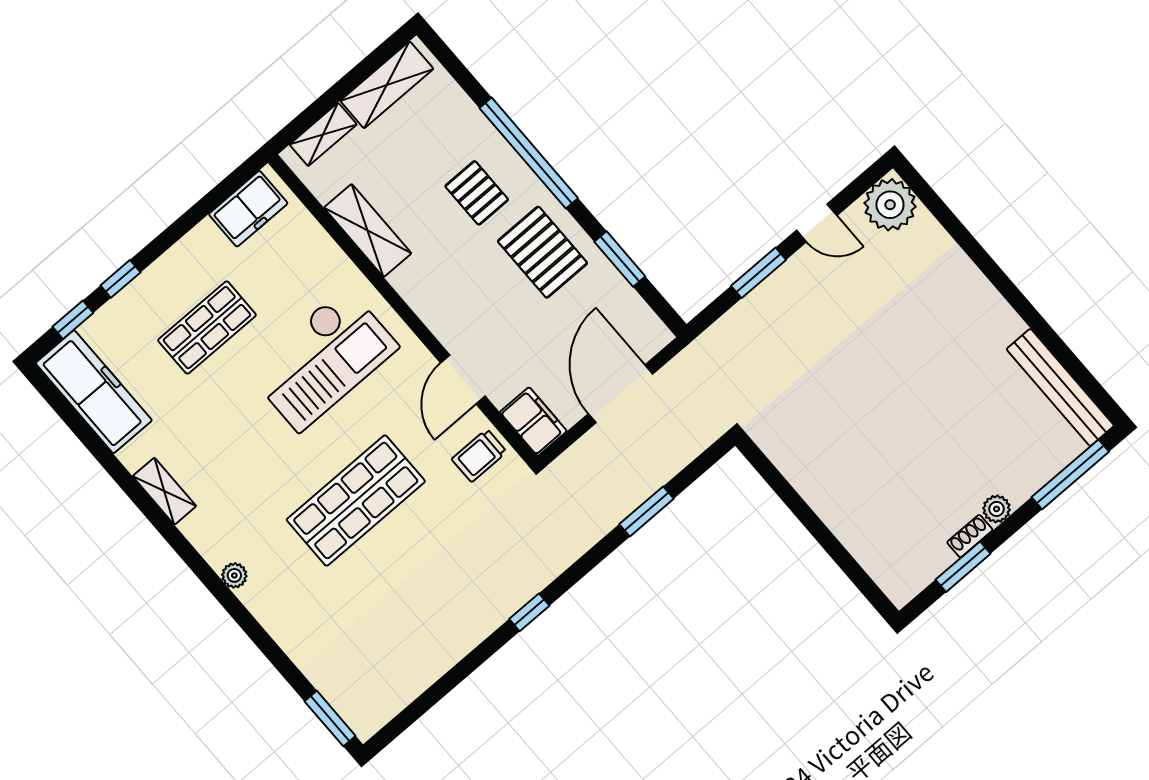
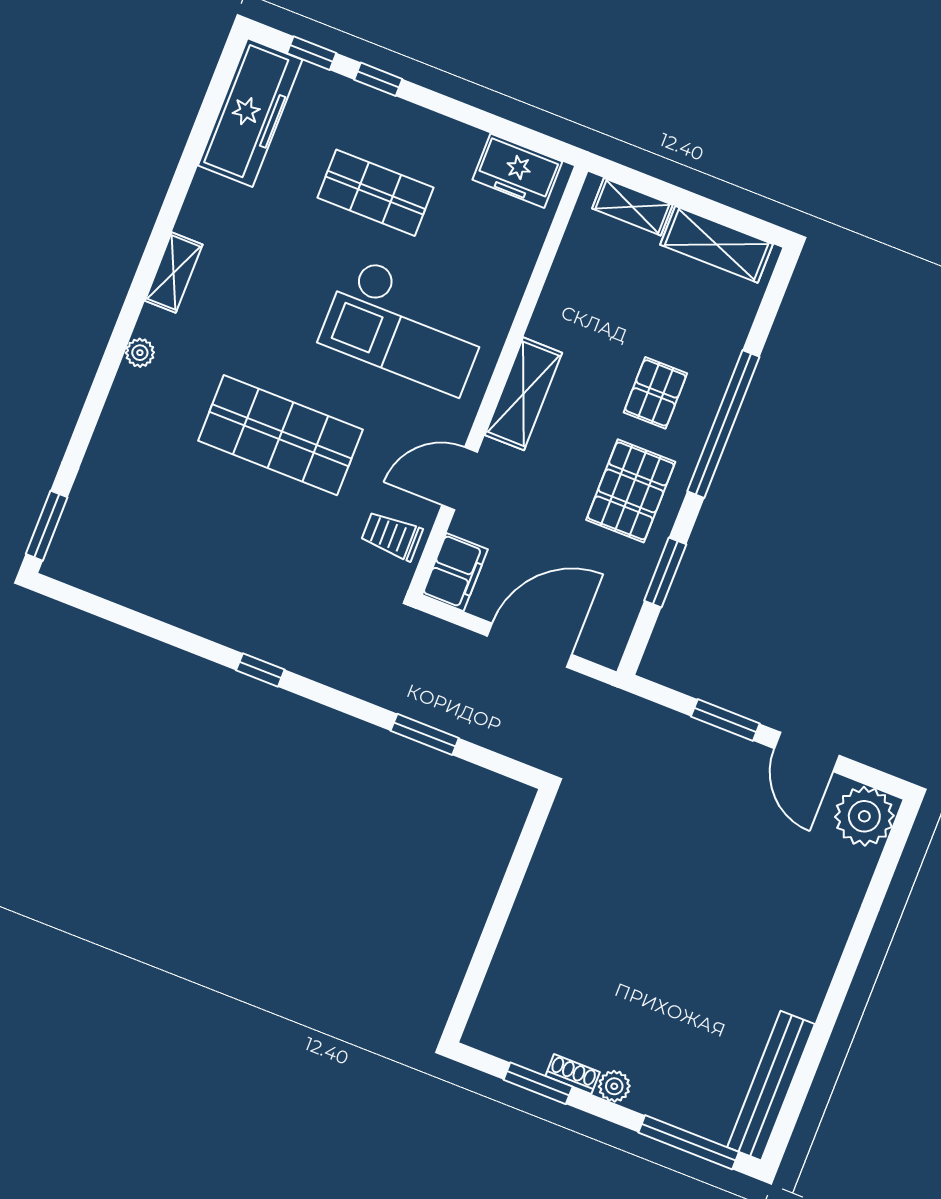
door: (817, 223) -> (807, 752), width x1.37
shelving: (368, 231) -> (523, 394), moved
shelving: (164, 491) -> (174, 273), moved

